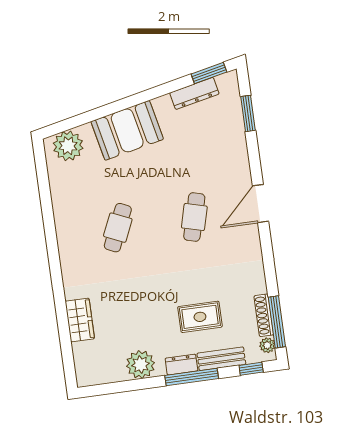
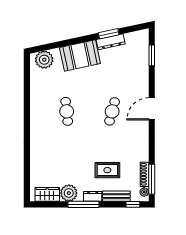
window: (209, 73) -> (109, 34), moved
dresser: (194, 93) -> (111, 42), moved
cafe table: (118, 228) -> (67, 111), turned -30
wardrobe: (80, 320) -> (47, 194), moved, turned -90
window: (192, 377) -> (83, 204), moved

